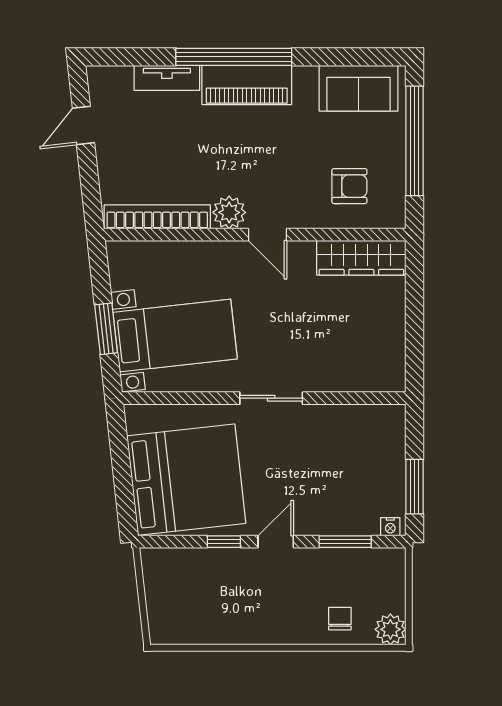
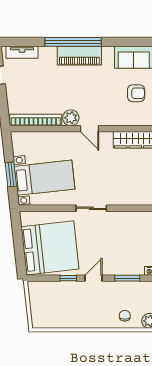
tv unit: (167, 78) -> (22, 52), moved
armchair: (349, 186) -> (136, 93), moved

